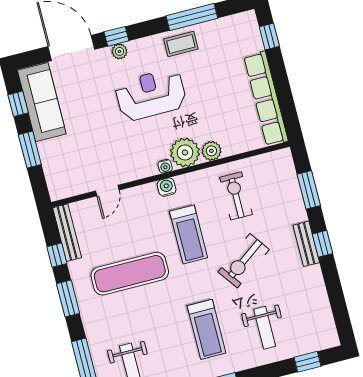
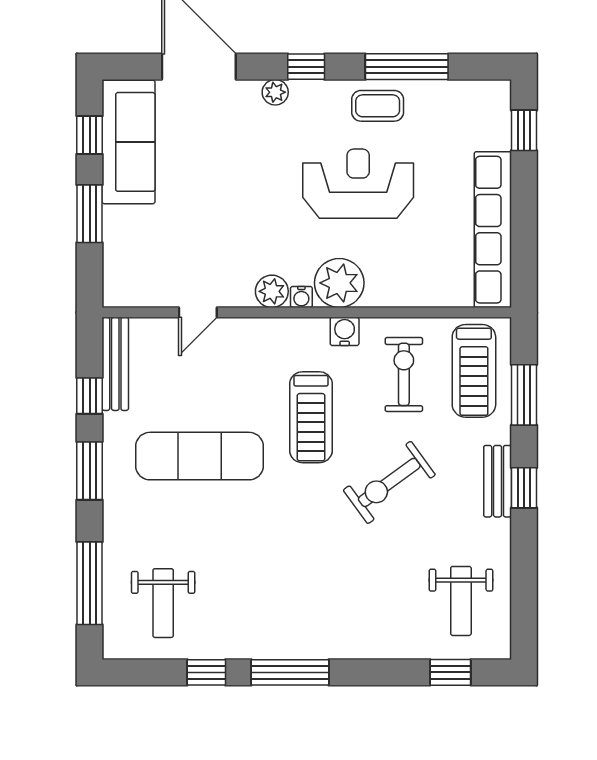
window: (116, 36) -> (306, 67), moved
reception desk: (151, 95) -> (358, 184), moved
plant: (211, 151) -> (272, 291), moved
water cooler: (167, 187) -> (345, 331), moved
weight bench: (265, 328) -> (461, 601), moved
treadmill: (206, 329) -> (474, 371), moved

